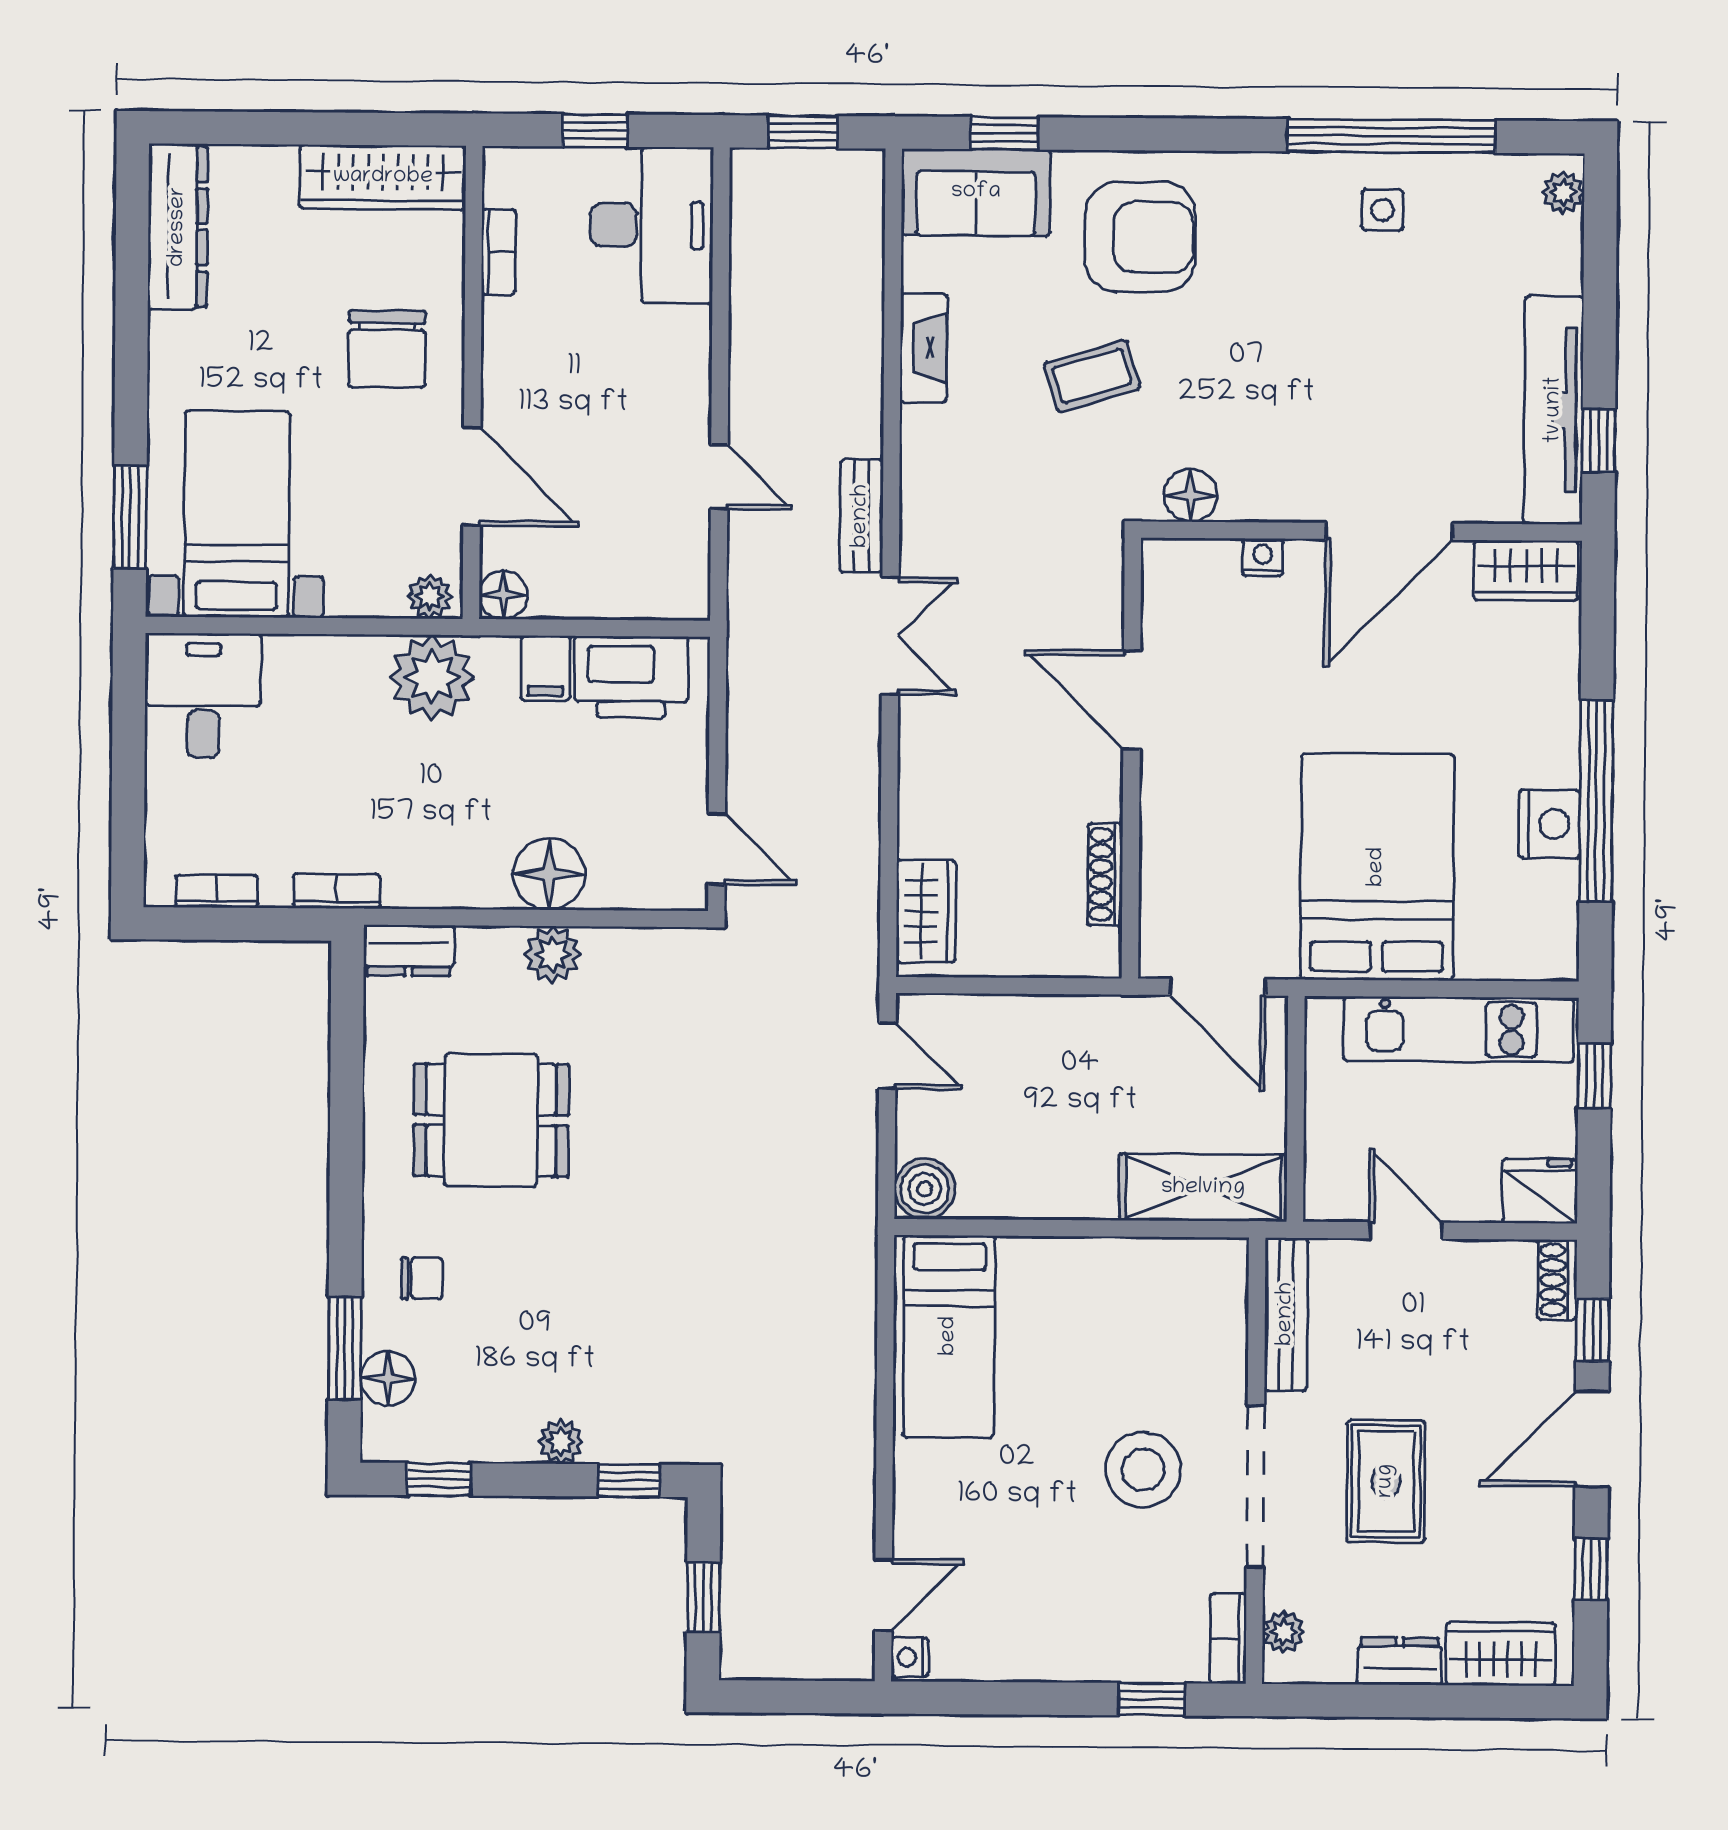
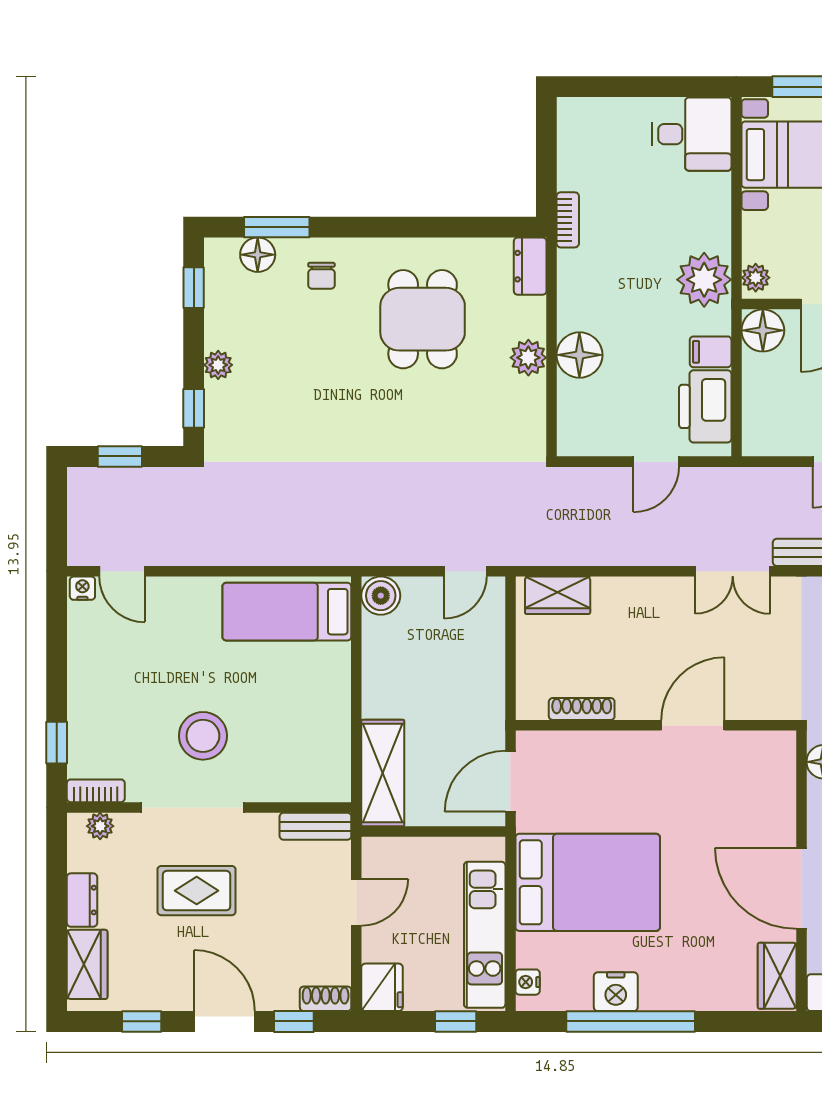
nightstand: (1263, 557) -> (528, 982), moved, turned 180
floor lamp: (503, 595) -> (763, 330), width x1.38, depth x1.38
door: (717, 849) -> (656, 462), moved
bookcase: (217, 891) -> (567, 143), removed
bench: (1286, 1314) -> (315, 826), width x0.73

